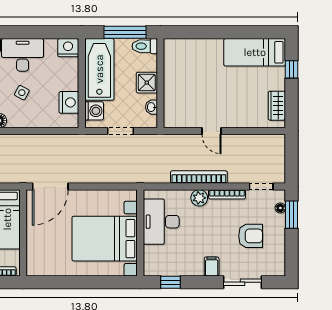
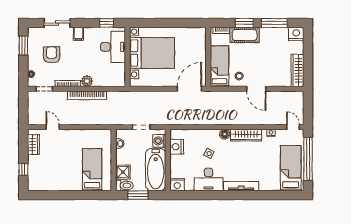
window: (125, 32) -> (138, 195), width x0.69
bed: (255, 52) -> (92, 170), moved, turned -90
shower: (147, 83) -> (123, 172), moved
door: (211, 131) -> (53, 127), moved
window: (291, 215) -> (23, 46), moved
desk: (161, 222) -> (113, 47), moved
armchair: (251, 236) -> (52, 55), turned 90

